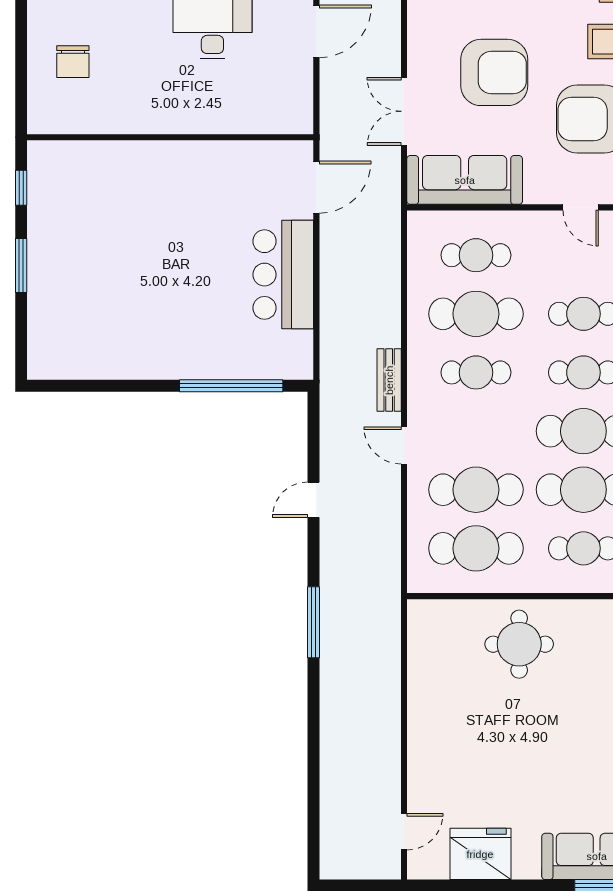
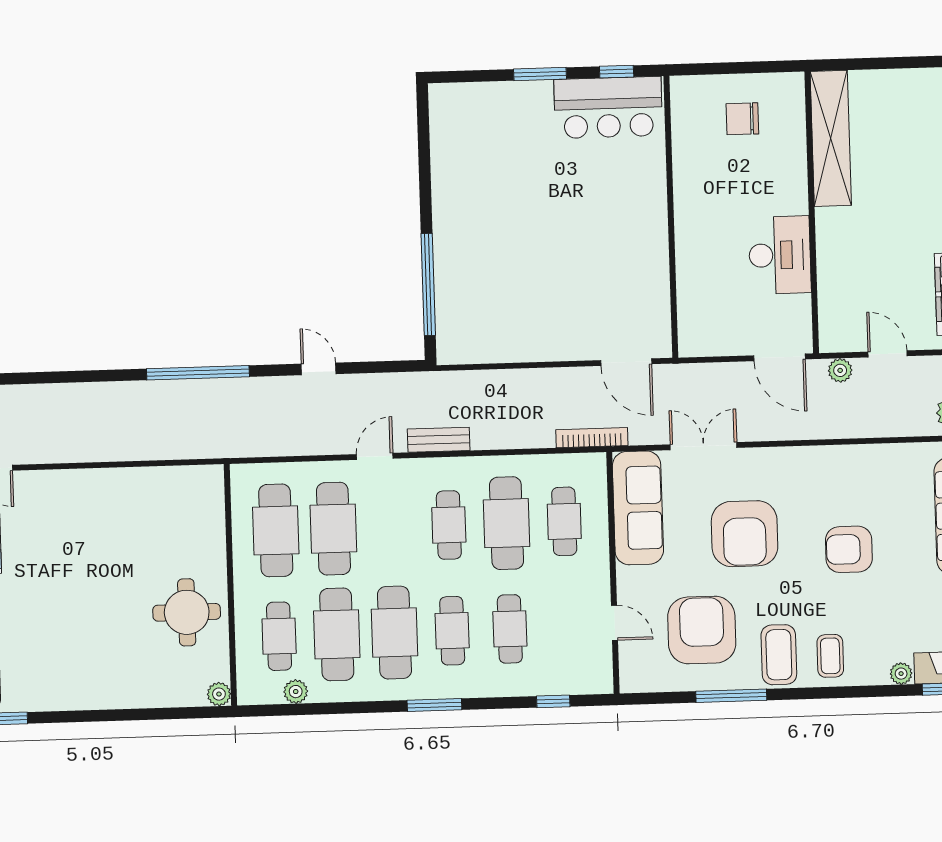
door: (581, 207) -> (614, 623), swing flipped
bookcase: (392, 224) -> (592, 438), added
bar counter: (283, 275) -> (608, 107), moved, turned 180
window: (313, 622) -> (198, 373), width x1.46
round table: (519, 644) -> (187, 612), moved

